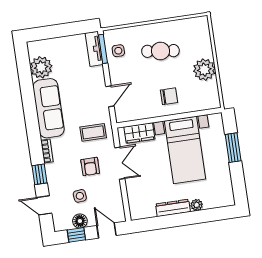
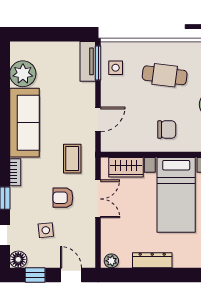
coffee table: (93, 132) -> (72, 159), turned 90
armchair: (90, 166) -> (63, 198), turned 90
plant: (197, 205) -> (111, 261), moved
floor lamp: (80, 221) -> (18, 259), moved

